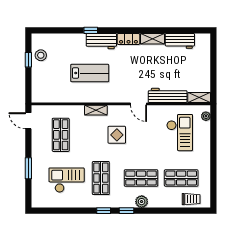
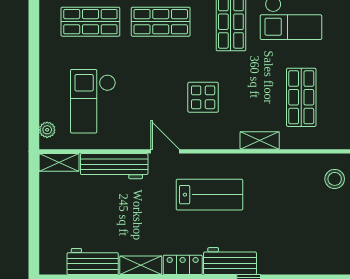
stool: (41, 55) -> (335, 179), moved
lab bench: (90, 73) -> (209, 195), moved, turned 180
shelving: (96, 110) -> (260, 141), moved

